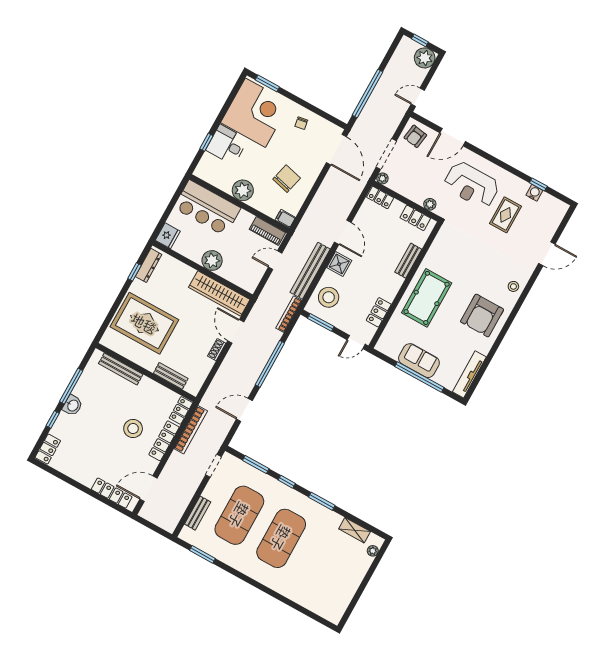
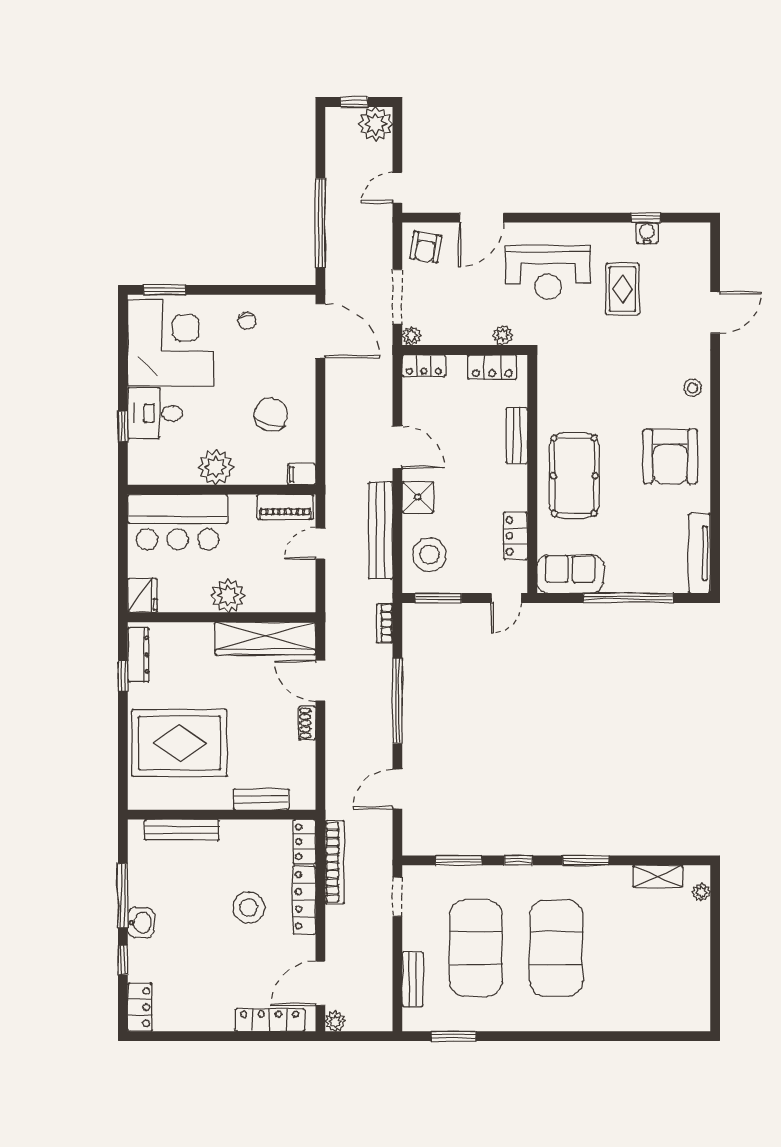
bookcase: (289, 314) -> (385, 623), width x0.64
sofa: (419, 361) -> (570, 574), moved
plant: (145, 513) -> (335, 1021), added

